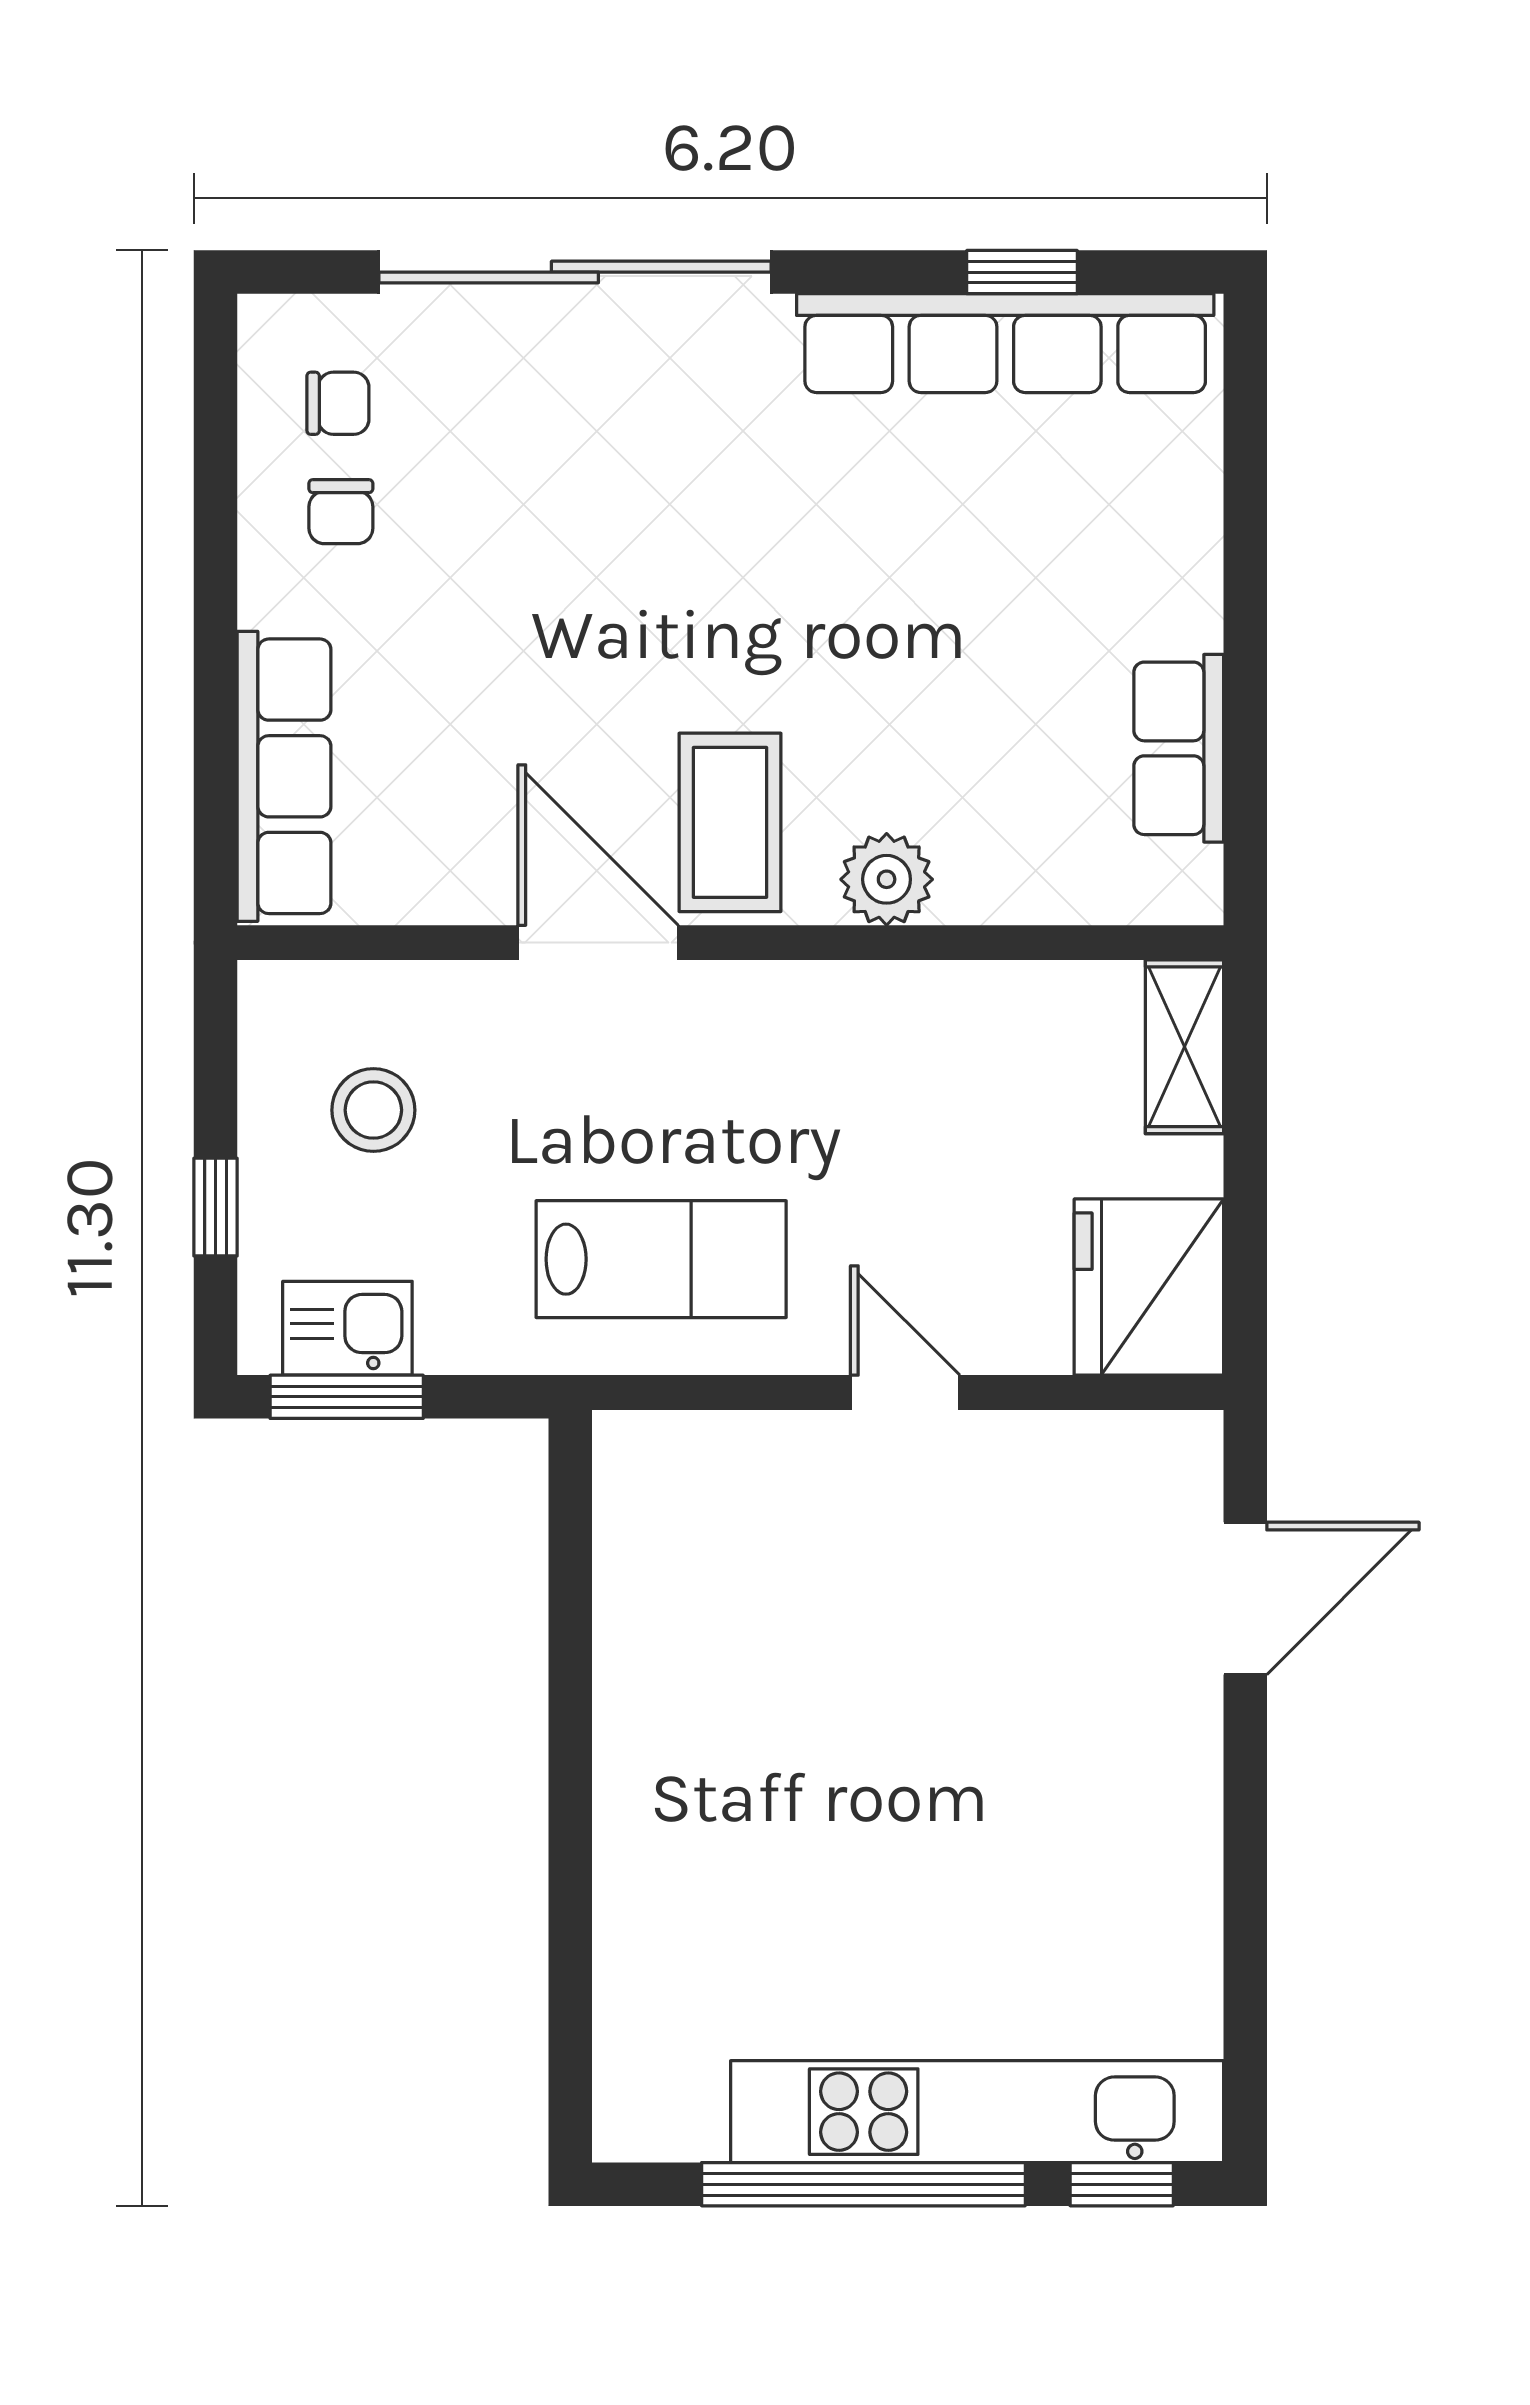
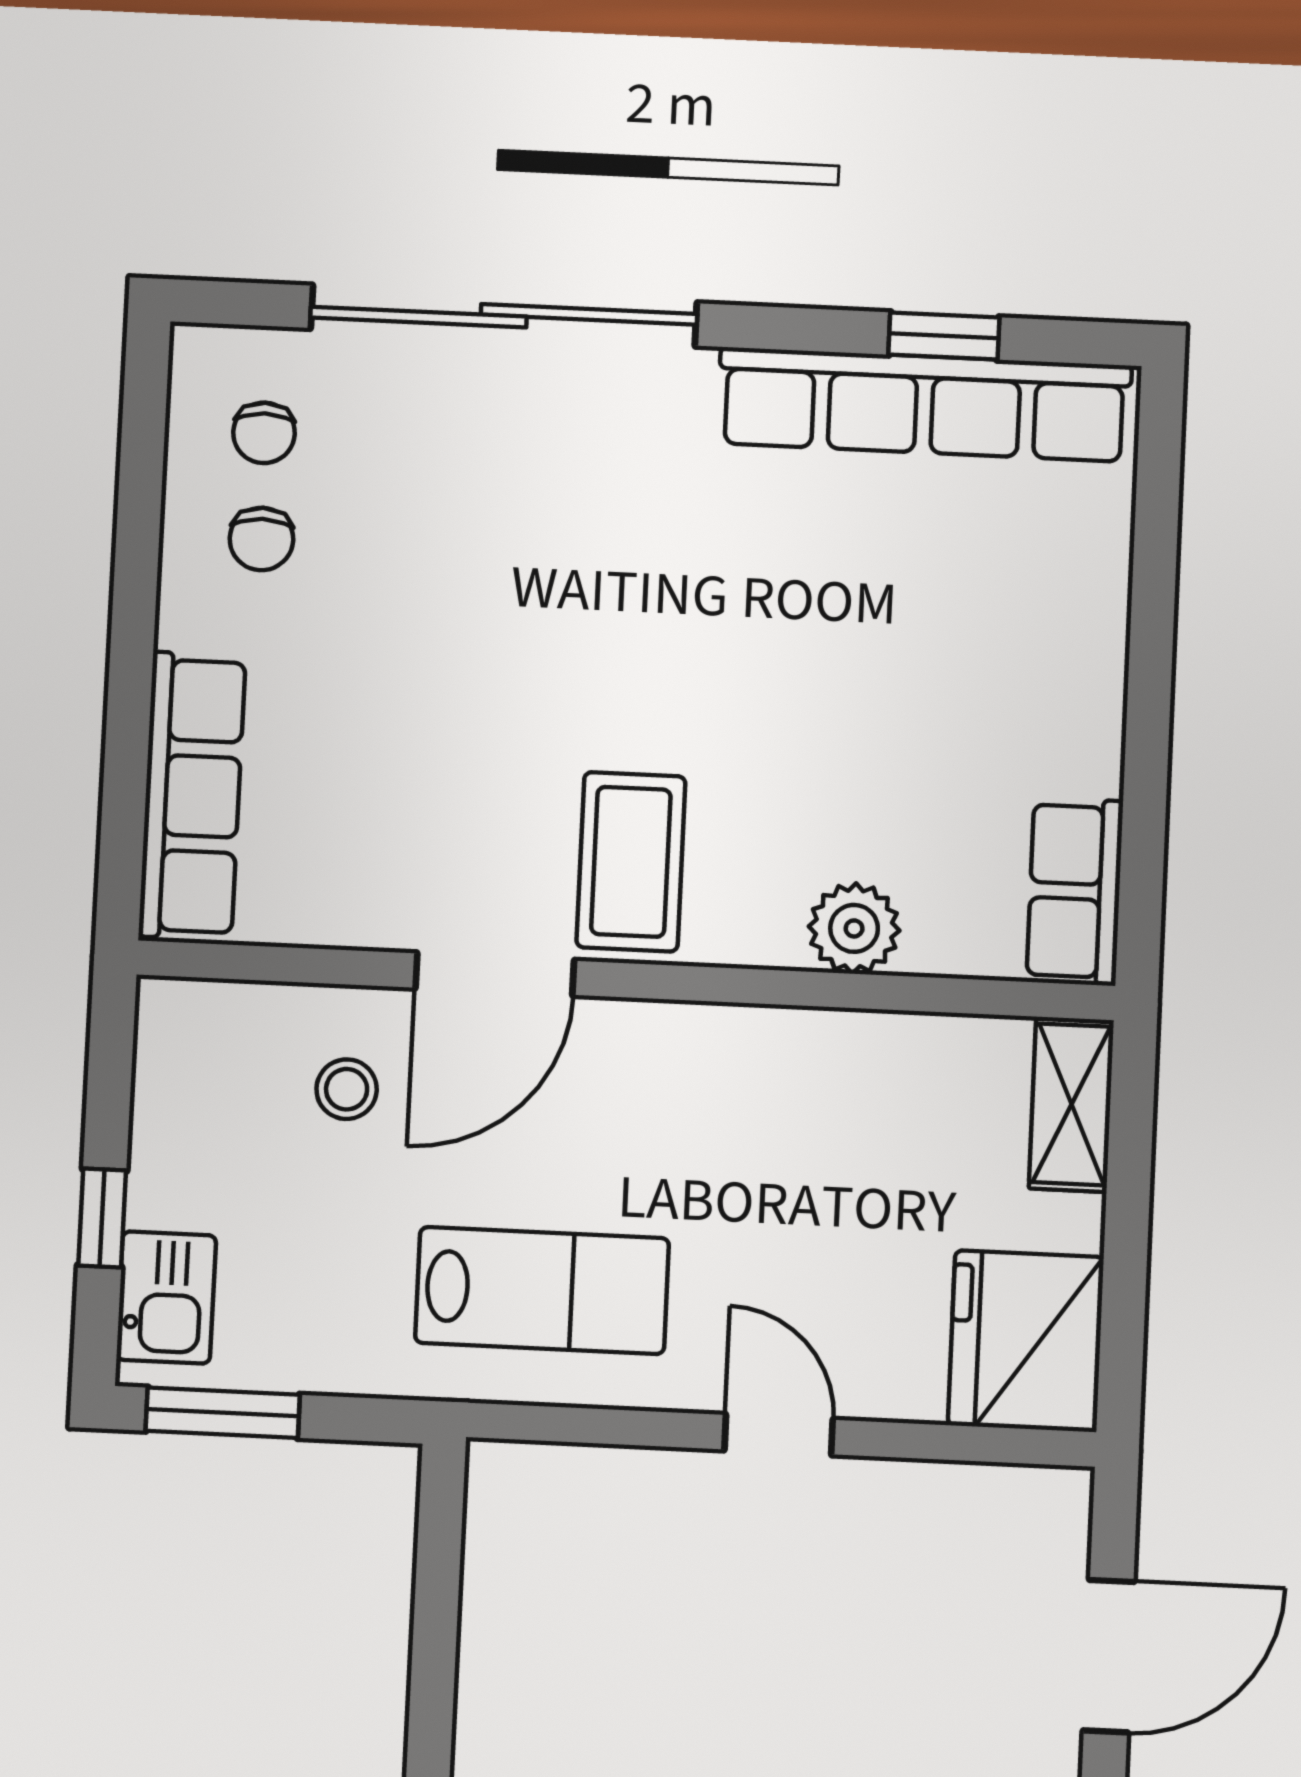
chair: (338, 403) -> (264, 433), turned 90
row of seats: (1179, 748) -> (1075, 891), moved
plant: (887, 879) -> (854, 928), moved
door: (598, 943) -> (495, 974), swing flipped
stool: (373, 1110) -> (347, 1089), moved, width x0.73, depth x0.73
kitchen sink: (347, 1328) -> (166, 1298), moved, turned 90

